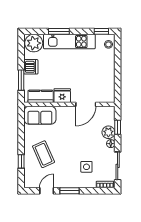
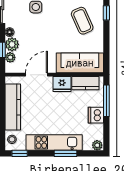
plant: (34, 43) -> (97, 145), width x0.53, depth x0.53
kitchen counter: (108, 74) -> (13, 107), added
window: (21, 80) -> (106, 101), width x1.44
sofa: (40, 115) -> (80, 63), width x1.36
plant: (110, 120) -> (10, 57), added

